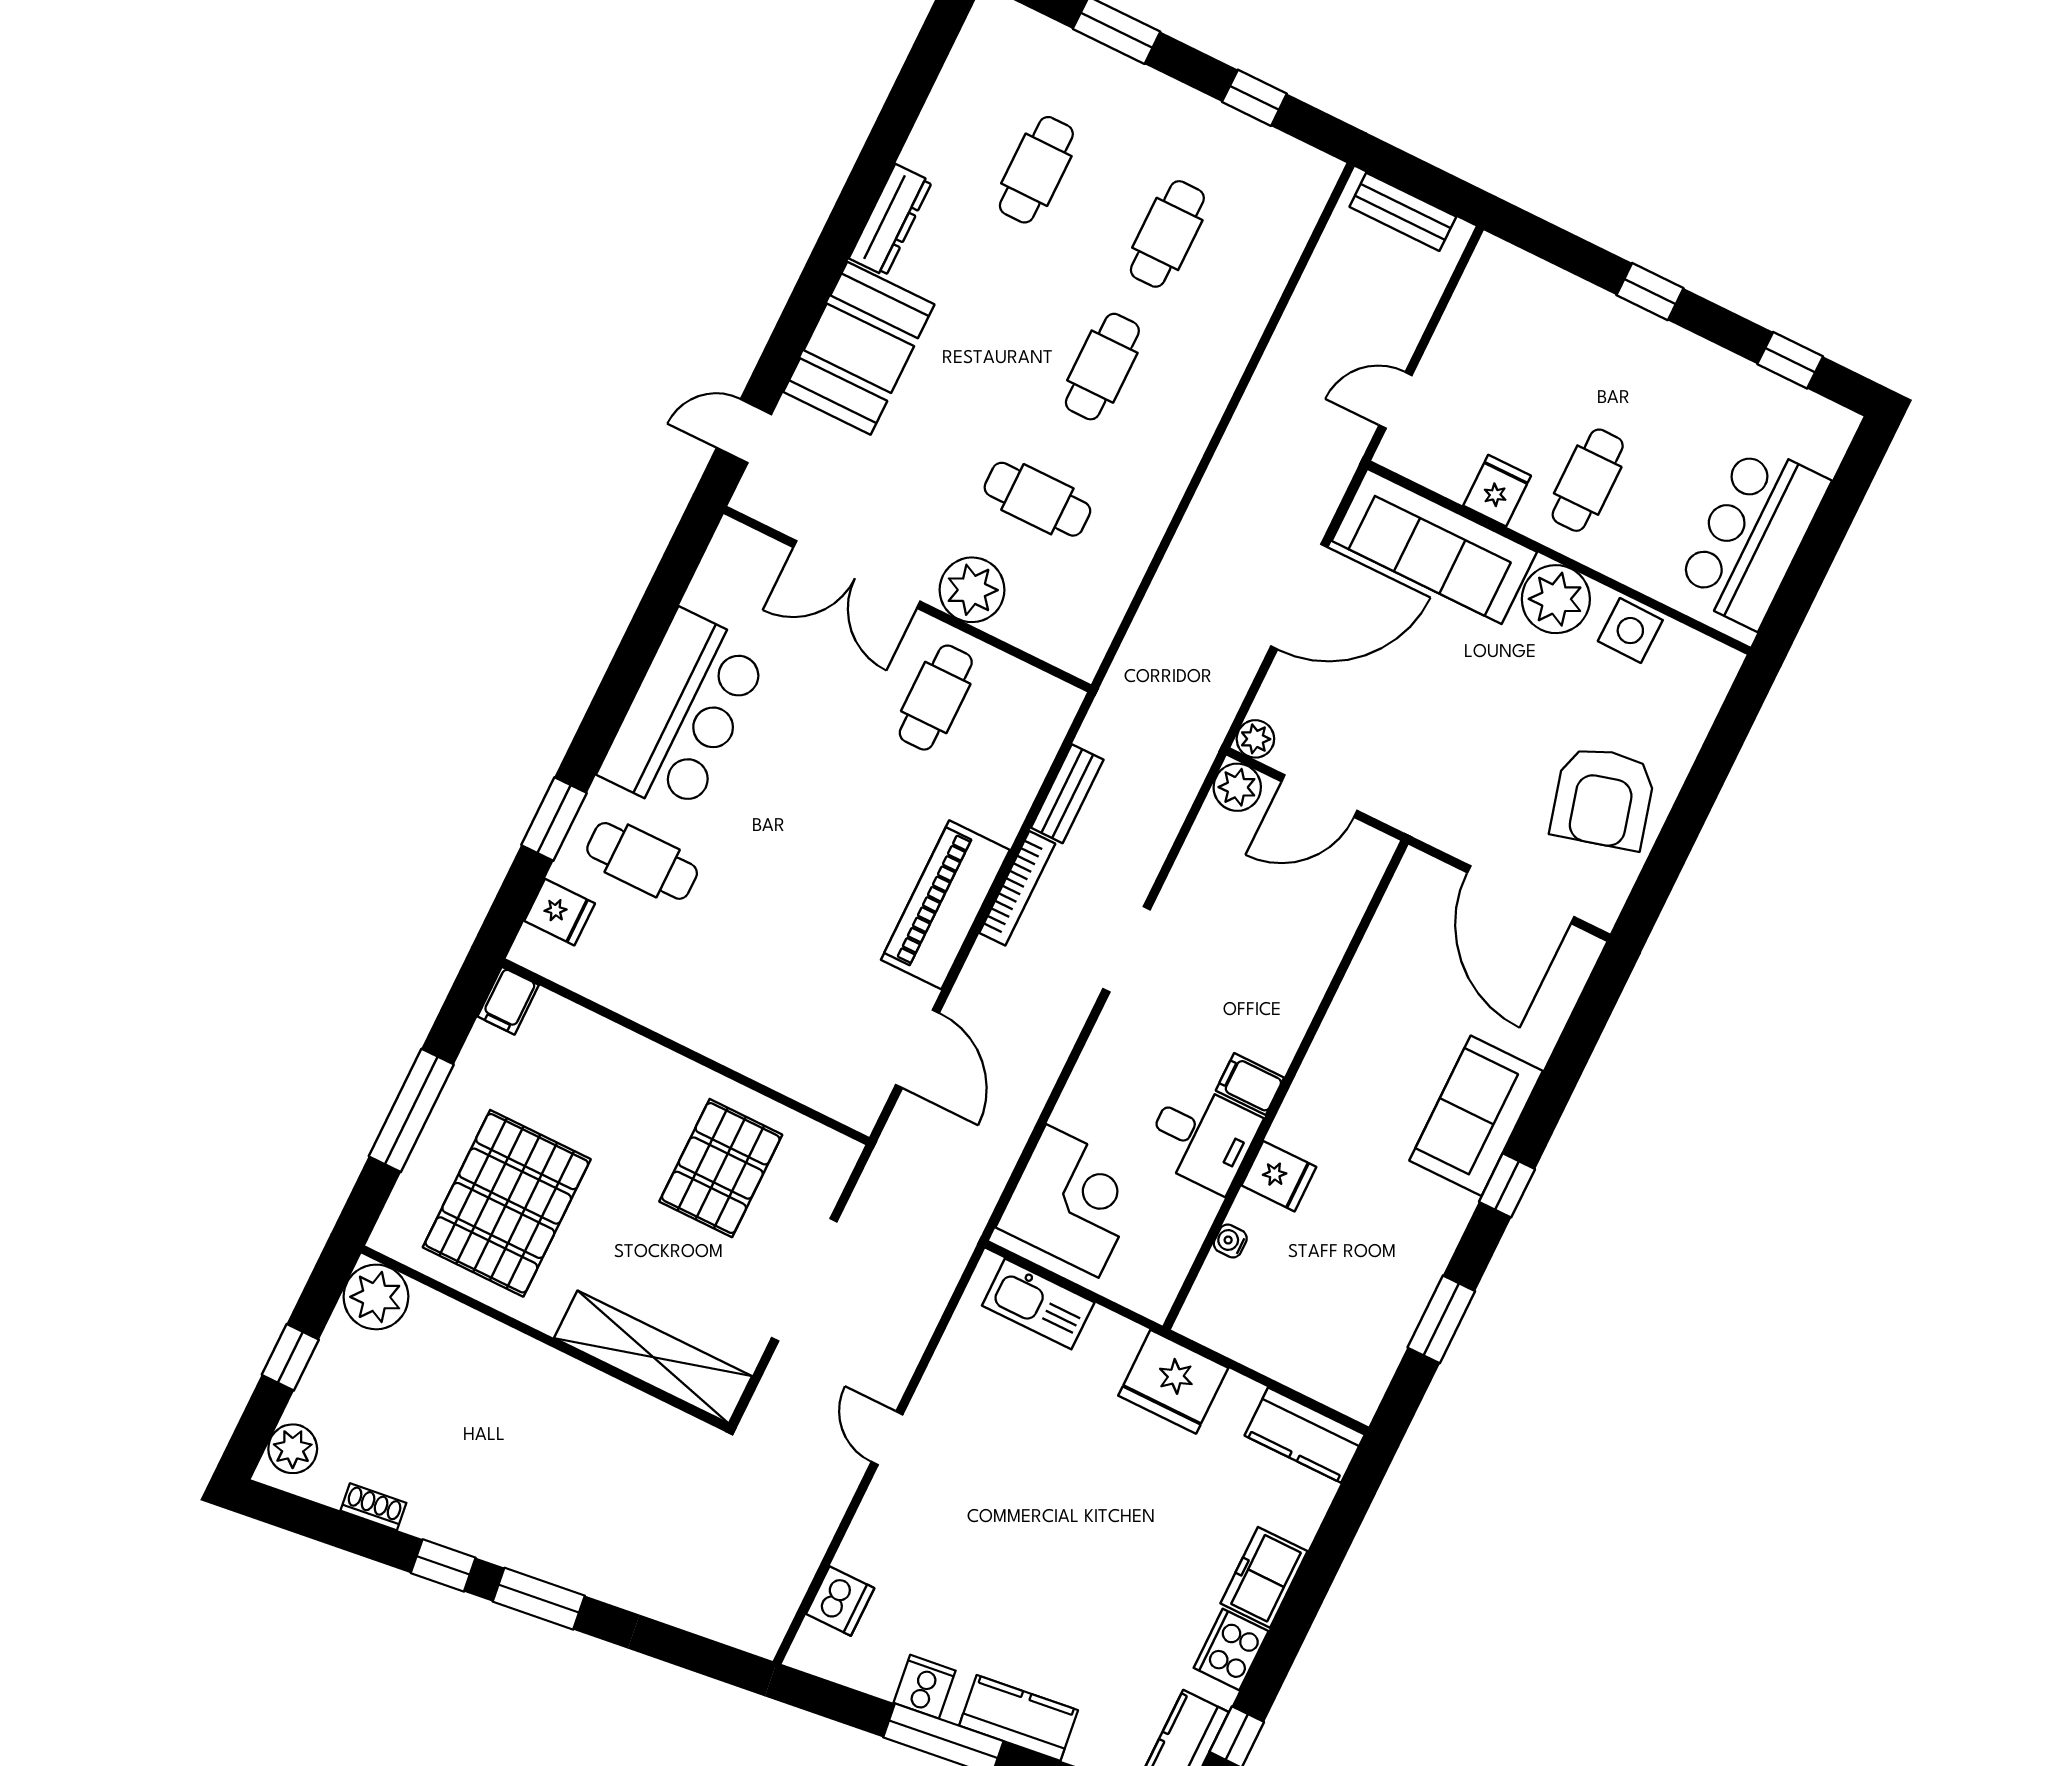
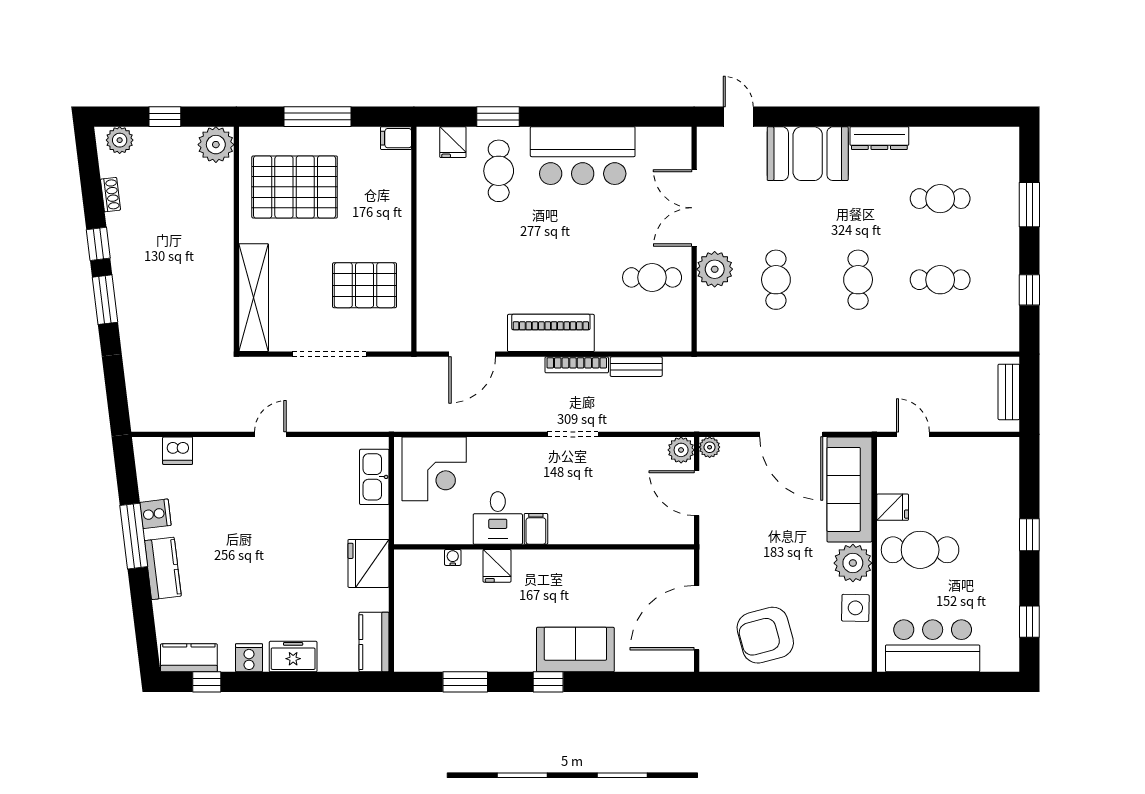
cafe table: (1102, 367) -> (858, 280), turned 90
cafe table: (1588, 480) -> (920, 550), width x1.37, depth x1.35
cooker: (1231, 1649) -> (249, 658), width x0.73

